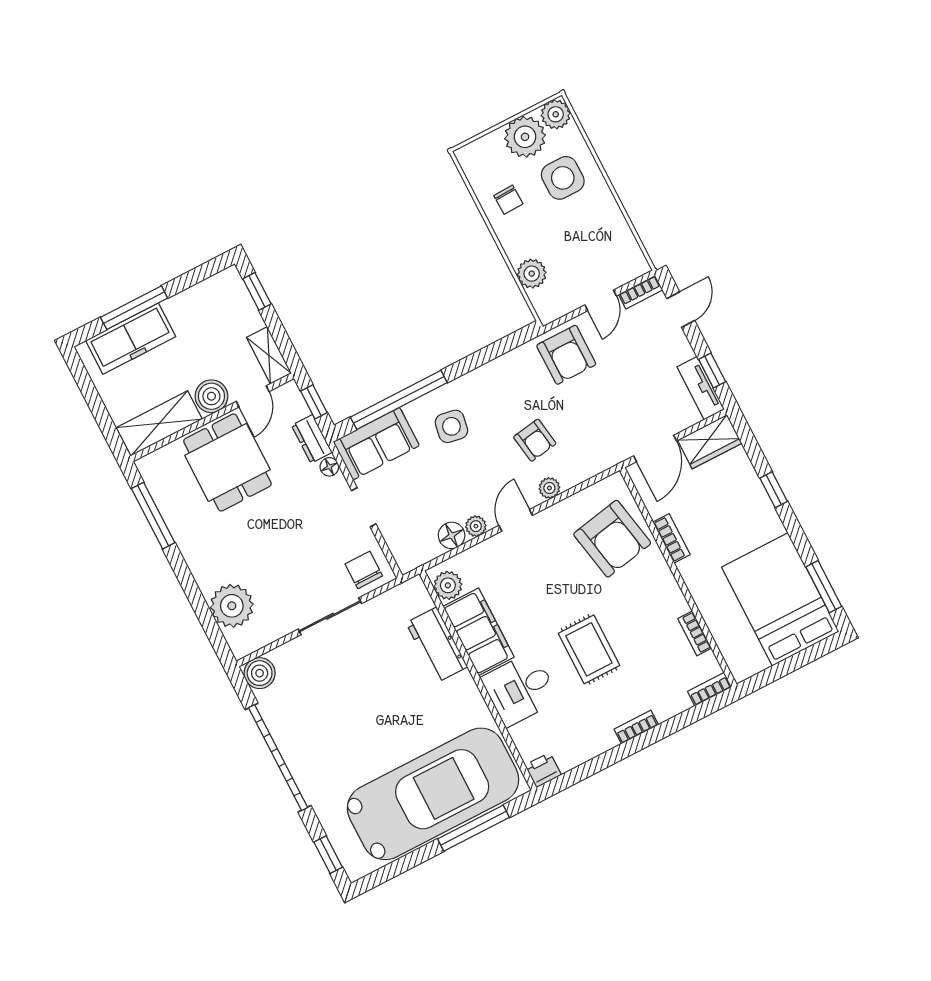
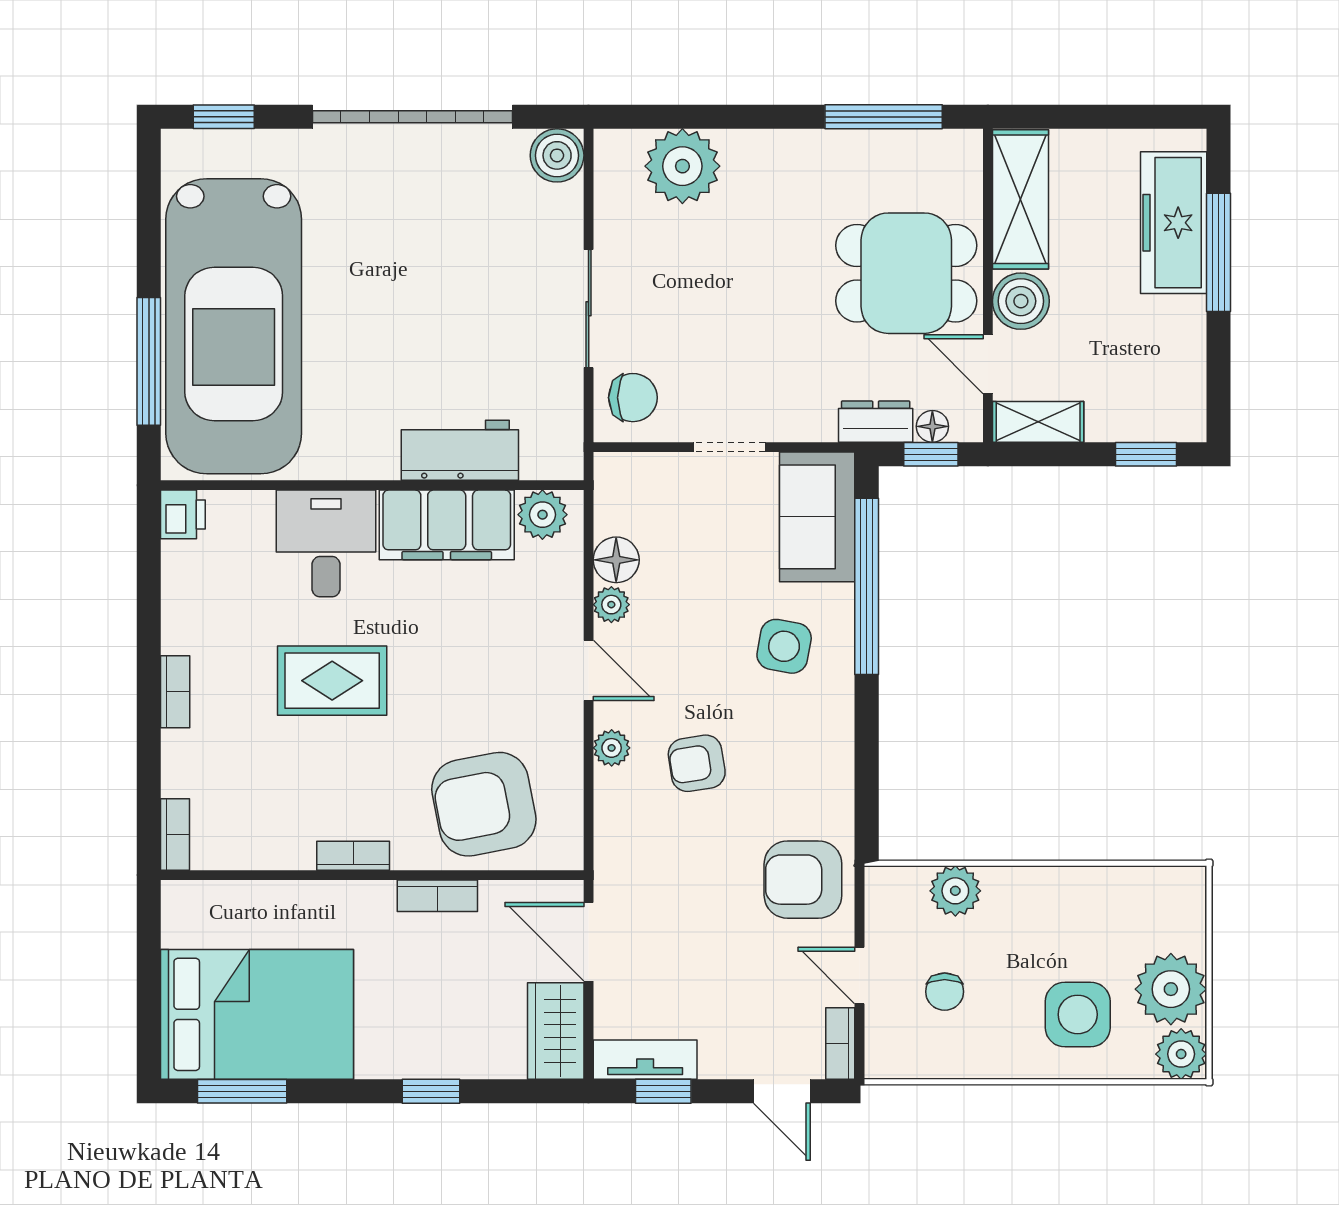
chair: (508, 200) -> (945, 992), moved, turned -88
floor lamp: (329, 467) -> (932, 426), moved
bookcase: (695, 633) -> (353, 856), moved

